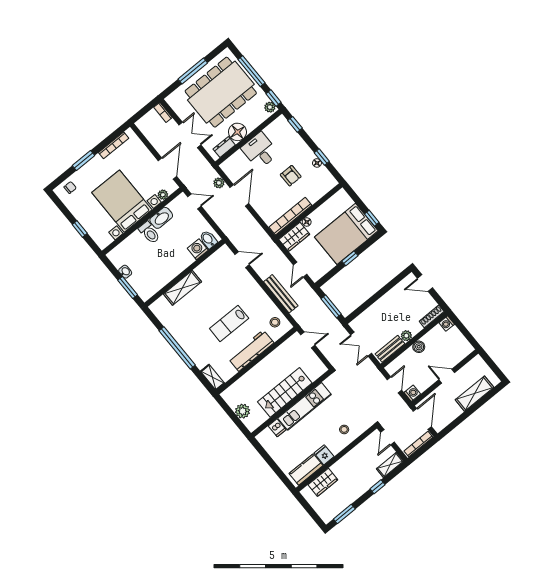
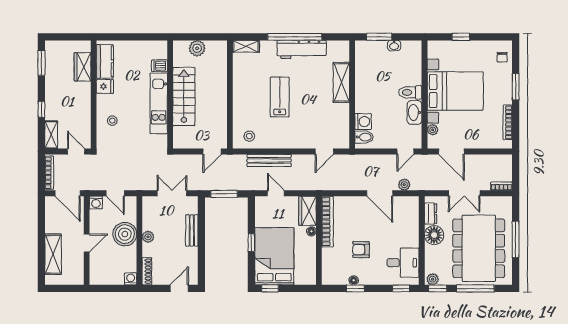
desk: (260, 151) -> (403, 263), moved
boiler: (419, 347) -> (125, 234), width x1.86, depth x1.86
bench: (390, 349) -> (192, 230), moved
workbench: (251, 351) -> (302, 49), moved, turned 90

